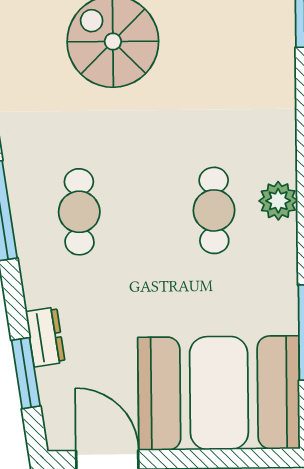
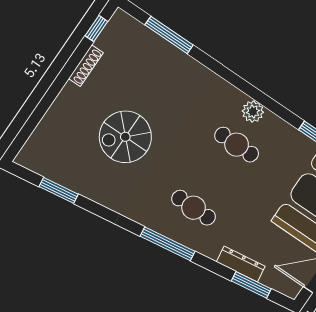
dresser: (45, 337) -> (241, 264), width x1.44

